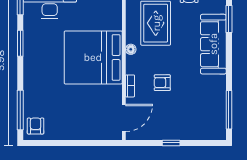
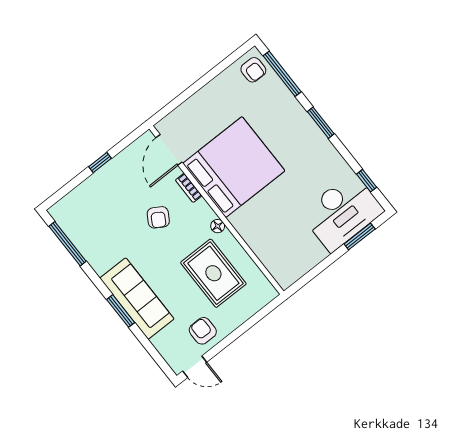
window: (229, 19) -> (121, 311), moved
window: (20, 43) -> (321, 123), moved
bed: (93, 57) -> (234, 167), moved
armchair: (162, 83) -> (158, 217), turned 121

